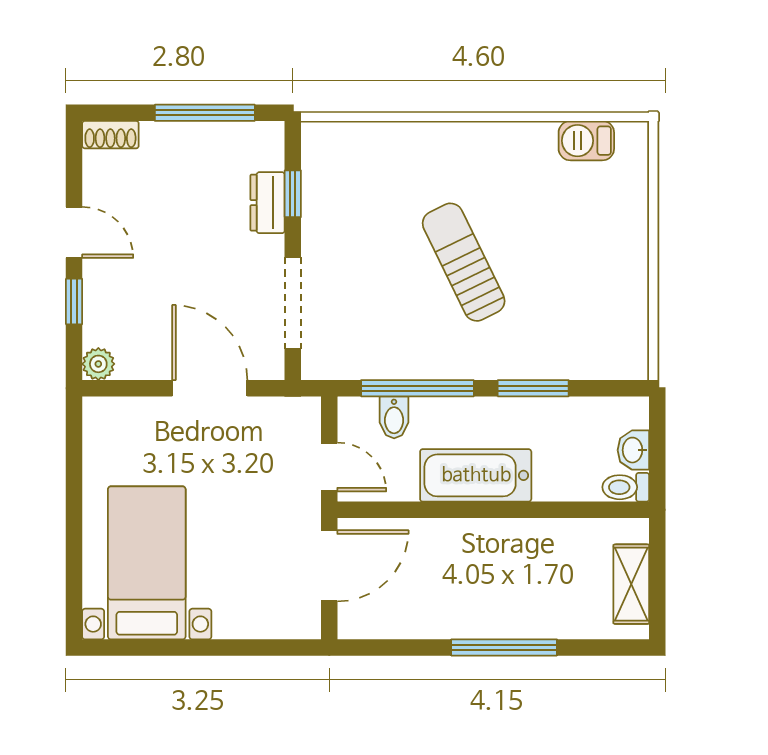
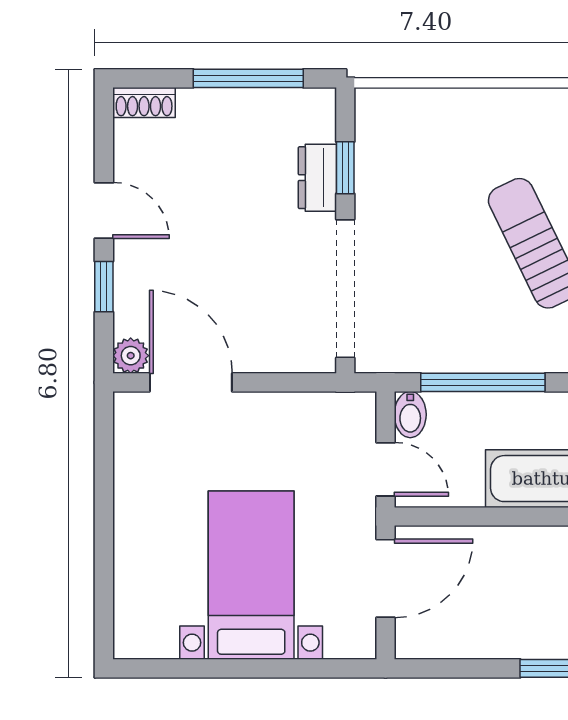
doorway: (293, 303) -> (345, 289), width x1.36
door: (210, 388) -> (191, 382), moved
bidet: (394, 417) -> (410, 415), moved
bed with nightstands: (147, 563) -> (251, 575), moved

